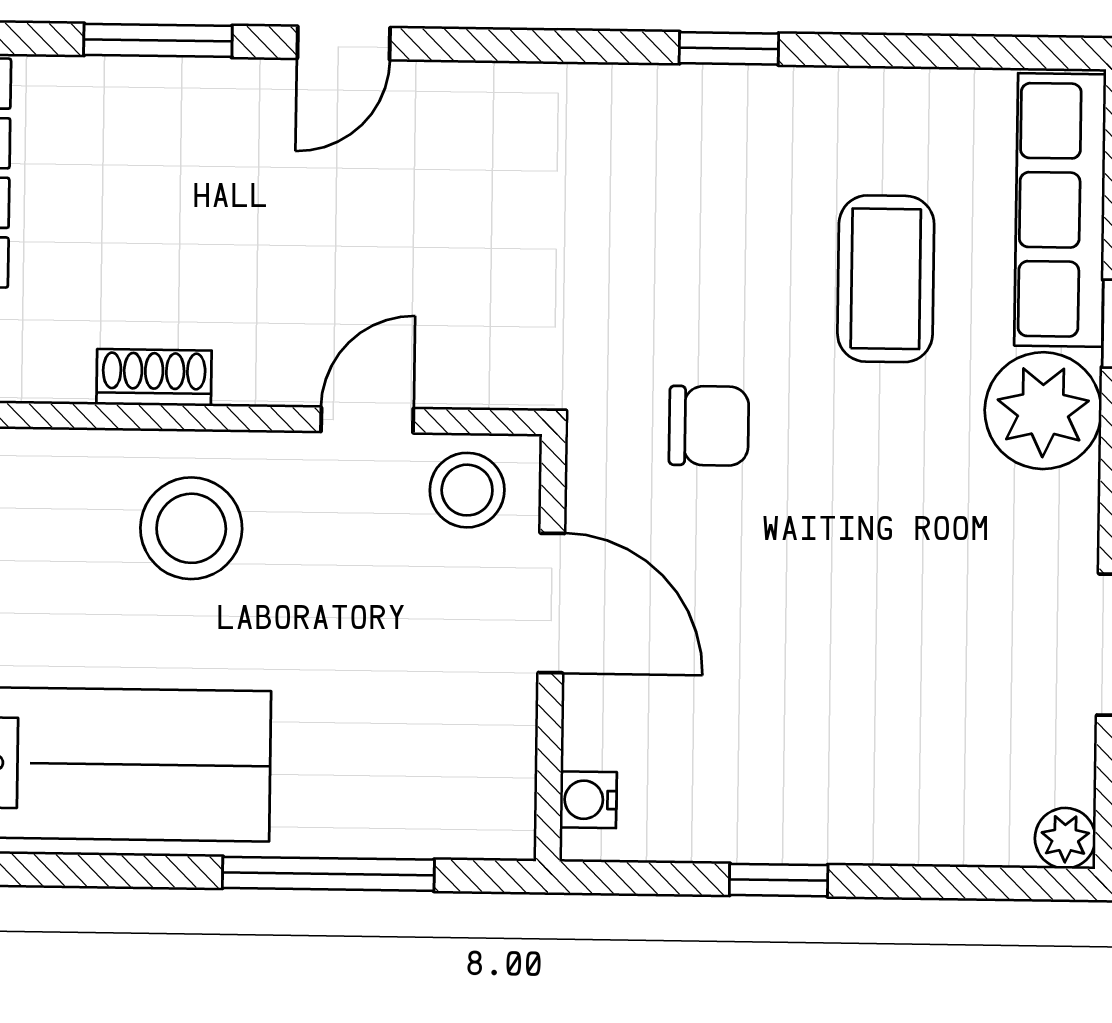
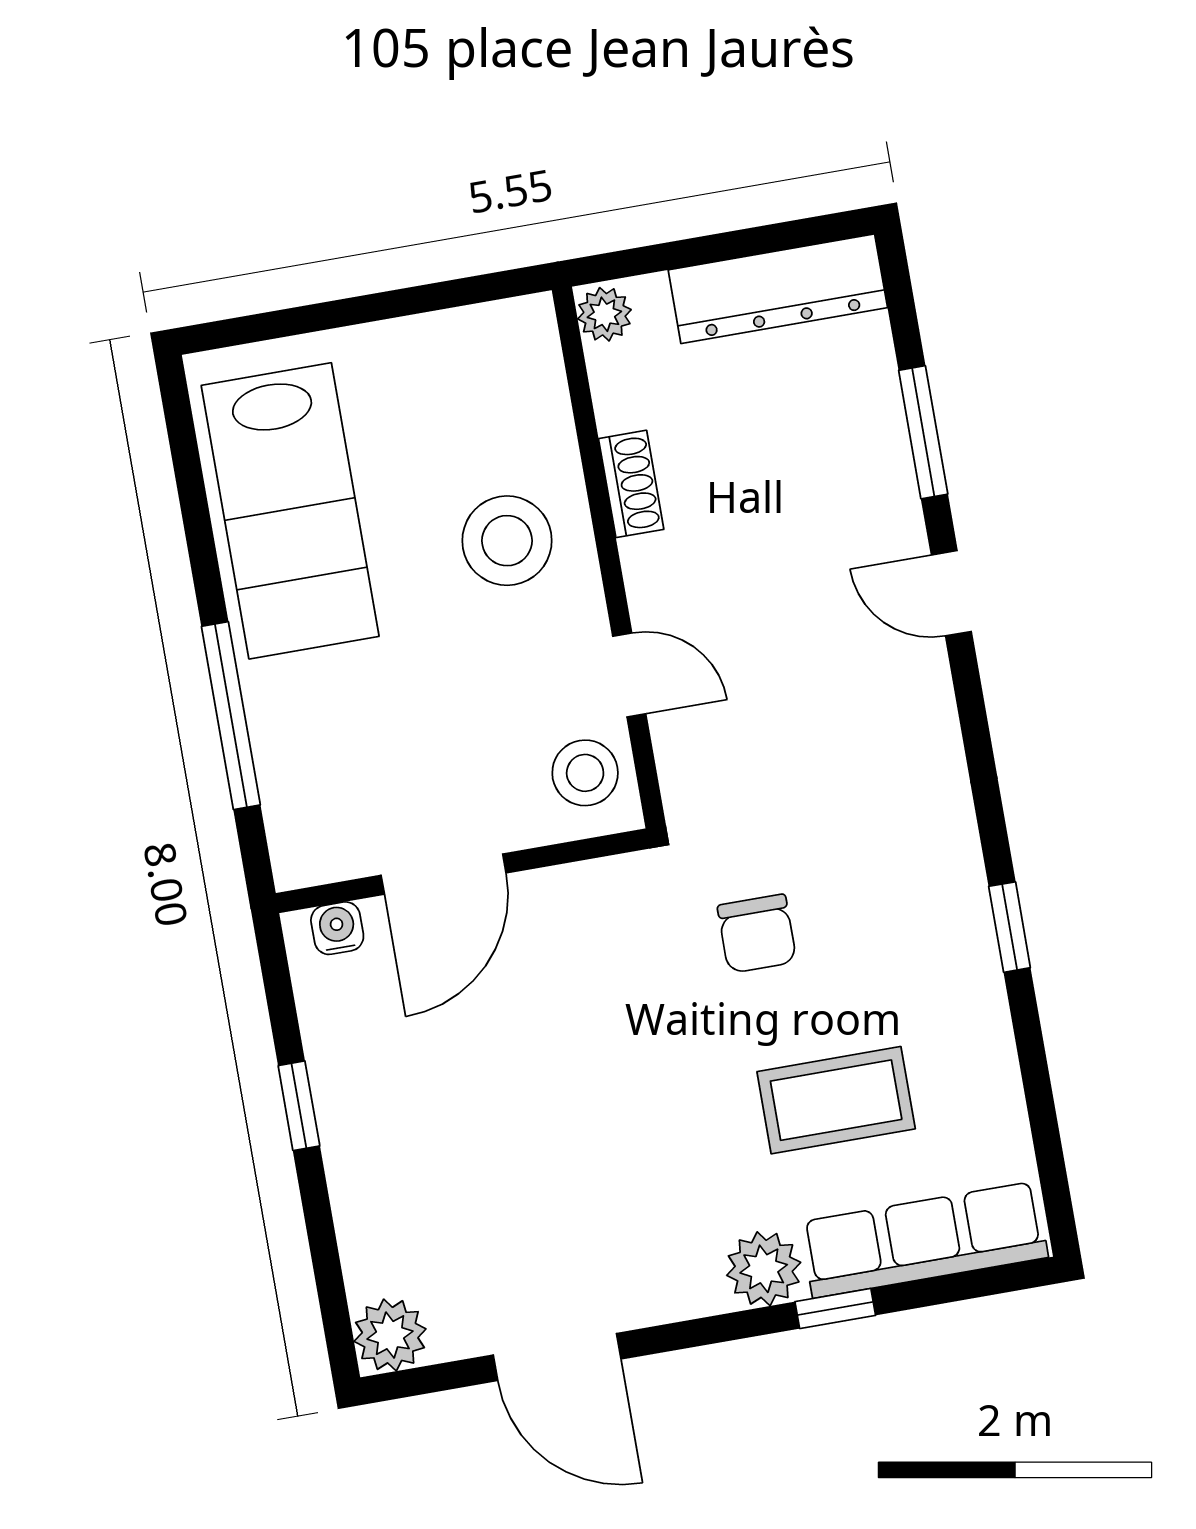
plant: (1043, 411) -> (764, 1269), width x0.73, depth x0.73
chair: (709, 426) -> (757, 934), moved
door: (551, 603) -> (444, 874), moved
plant: (1065, 838) -> (390, 1335), width x1.38, depth x1.38

